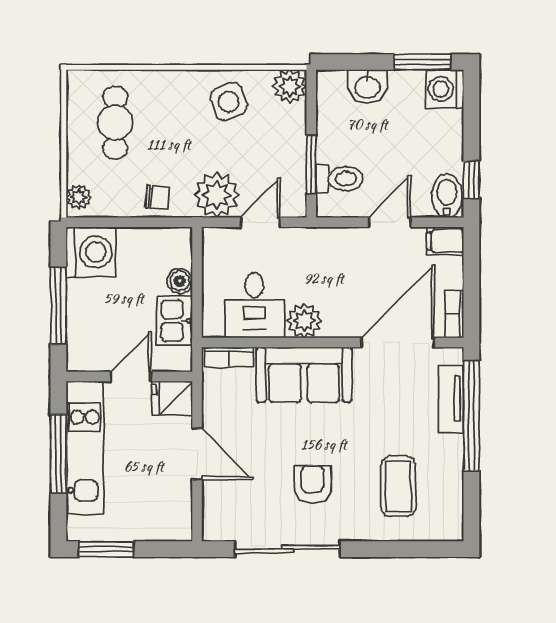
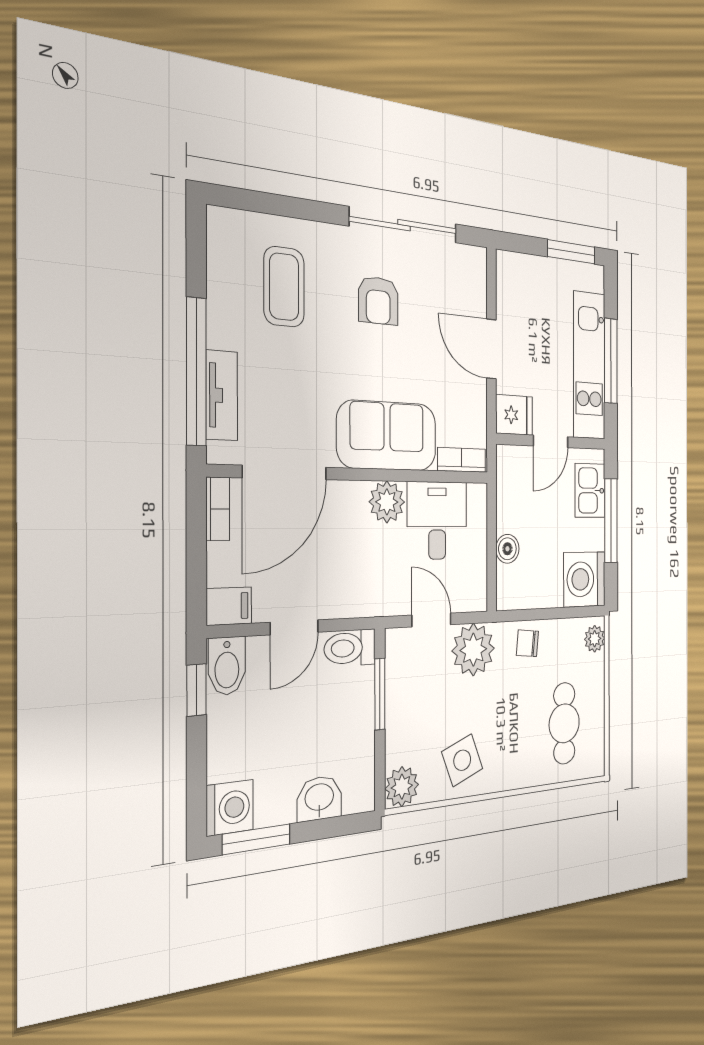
toilet: (339, 179) -> (350, 648), moved
door: (260, 222) -> (431, 620), swing flipped
kitchen sink: (175, 321) -> (590, 490), moved, turned 180

